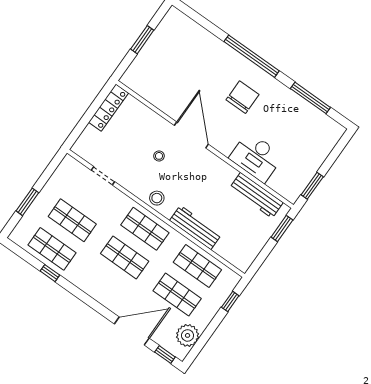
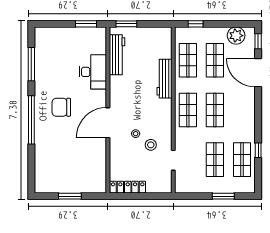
stool: (157, 198) -> (151, 145), moved

